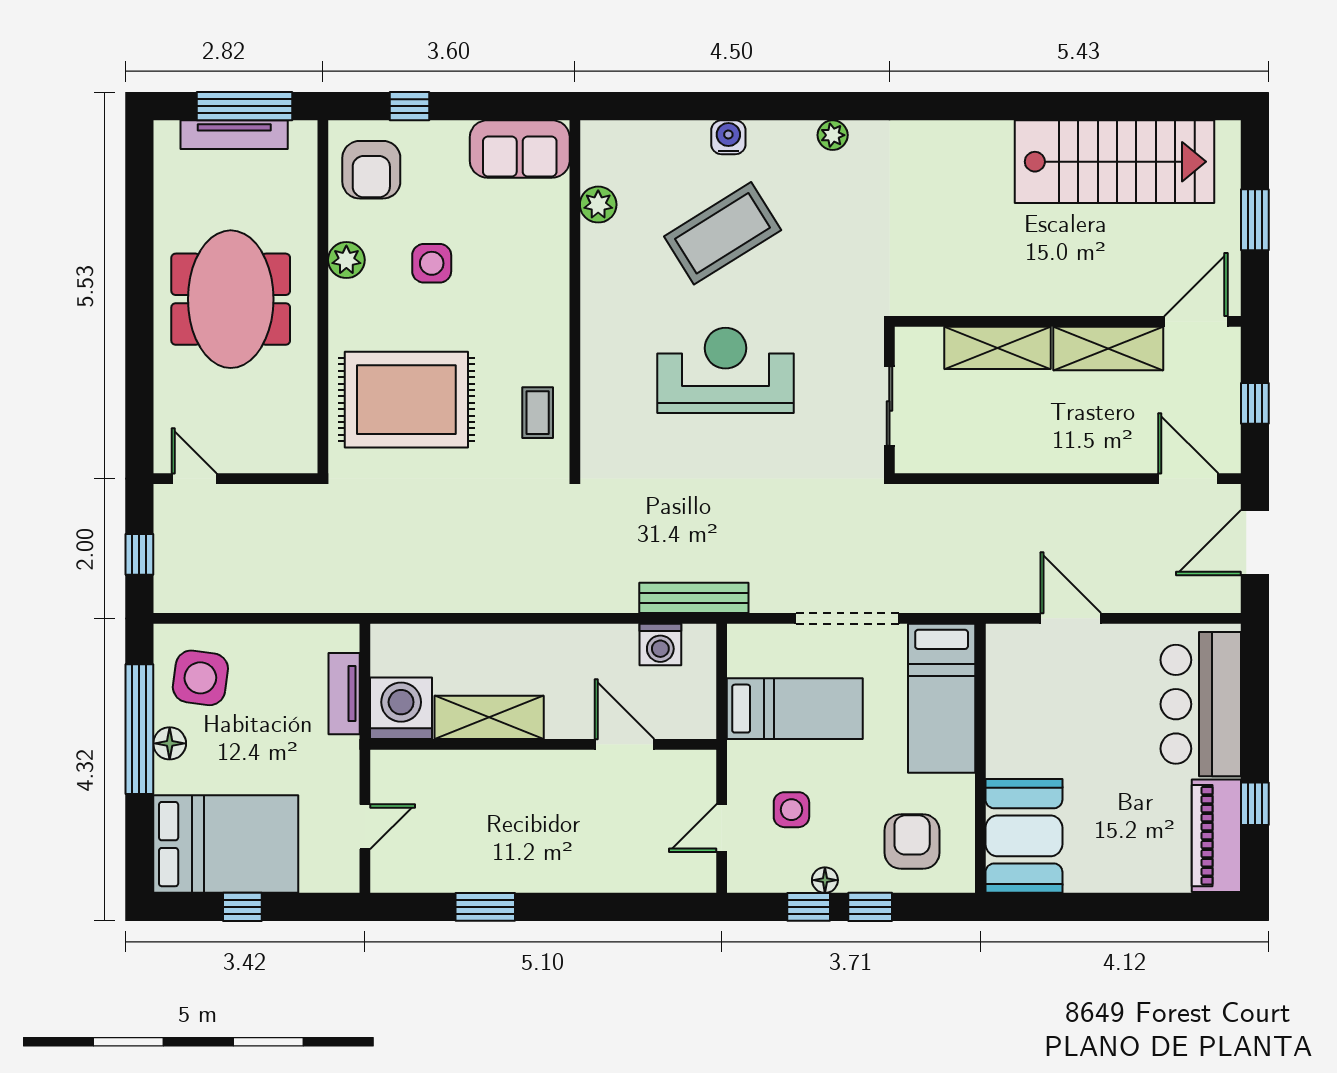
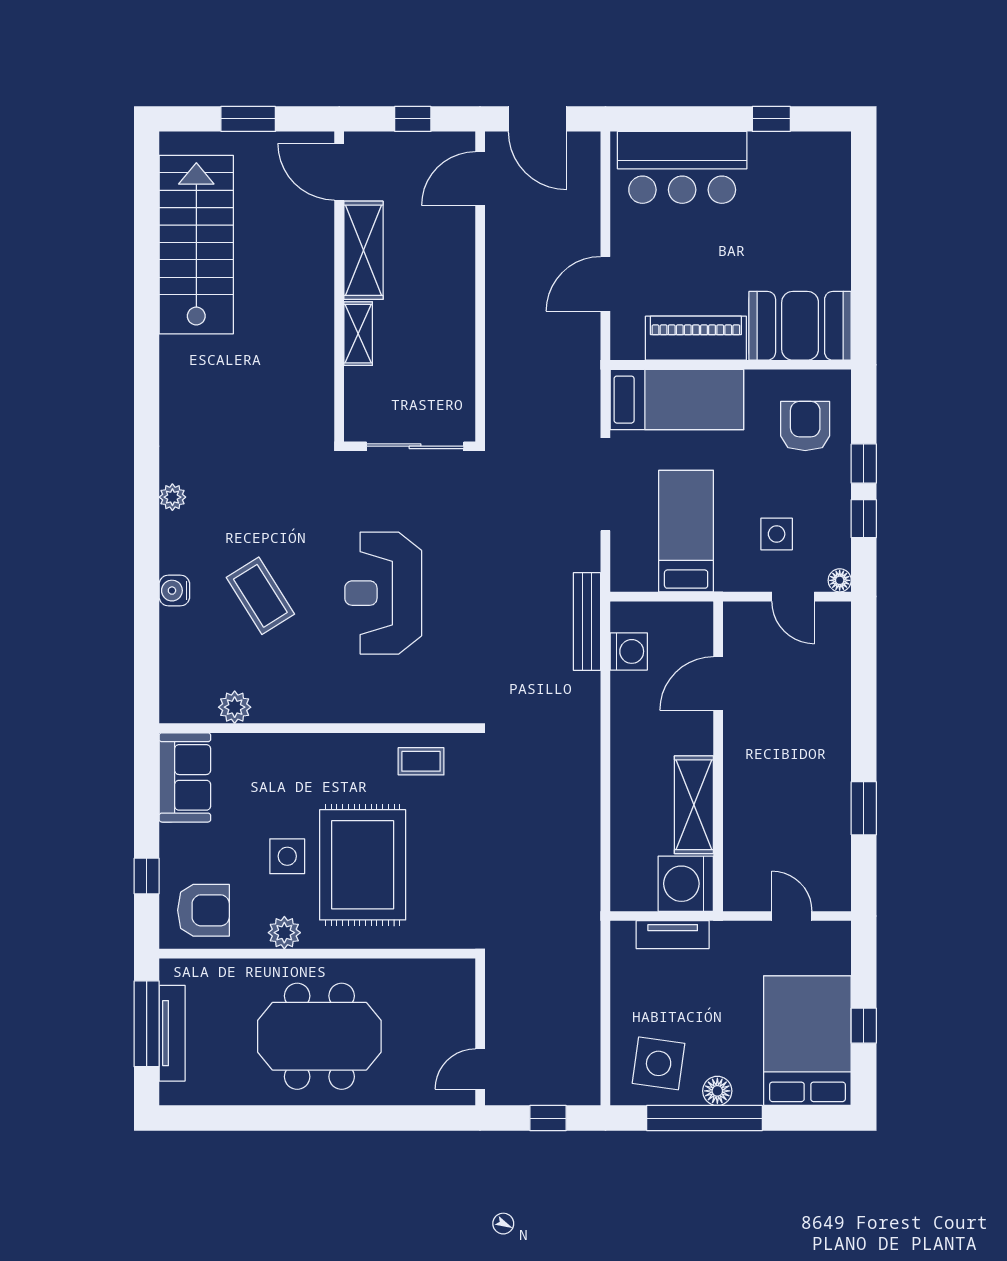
coffee table: (723, 233) -> (260, 596), width x0.73, depth x0.76
shelving: (997, 348) -> (358, 334), width x0.67, depth x0.75
rug: (406, 400) -> (363, 865), moved
sliding door: (889, 406) -> (415, 446), width x1.37
piano: (1216, 836) -> (696, 338), moved, turned 180
armchair: (912, 842) -> (805, 426), turned 90
floor lamp: (825, 880) -> (840, 580), moved

